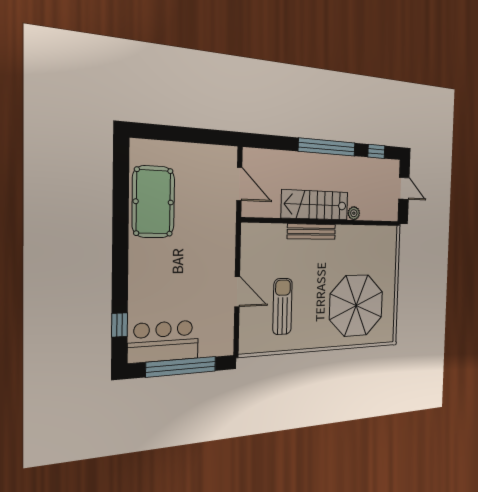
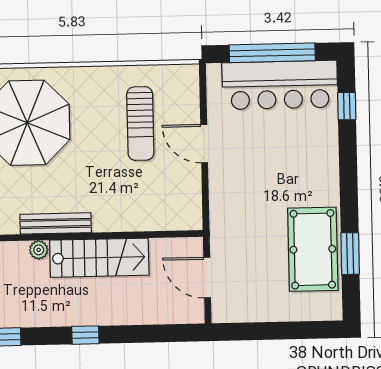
window: (327, 147) -> (85, 335), width x0.32
window: (121, 196) -> (350, 254), added
bench: (312, 232) -> (56, 223), moved
bar counter: (163, 341) -> (280, 85), width x1.36

